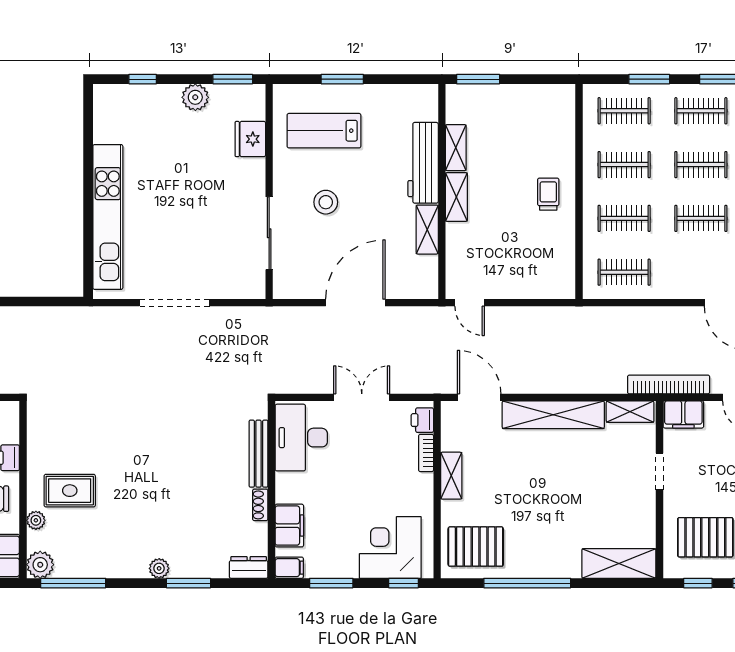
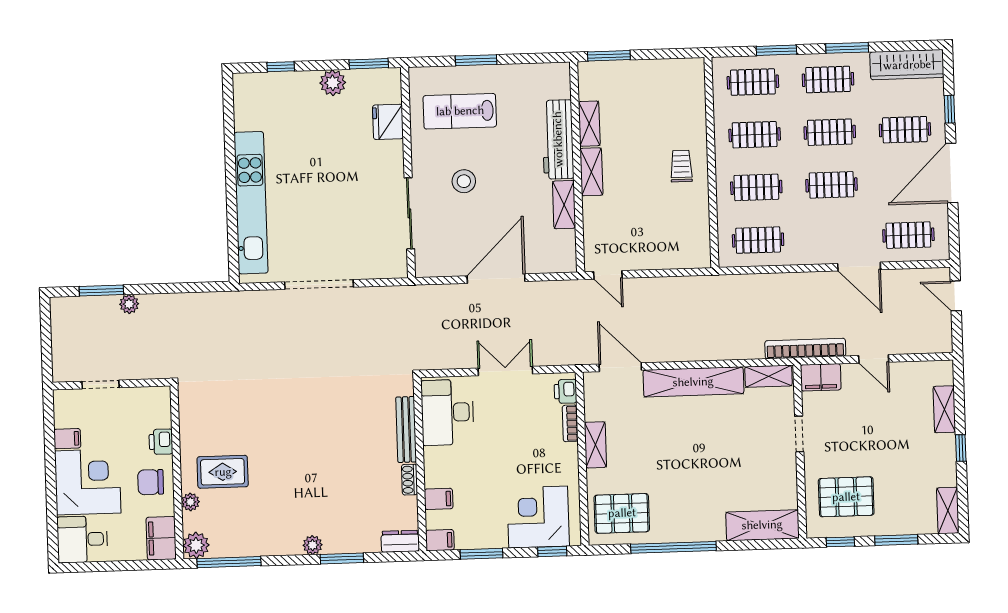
filing cabinet: (289, 526) -> (439, 499), width x0.50

